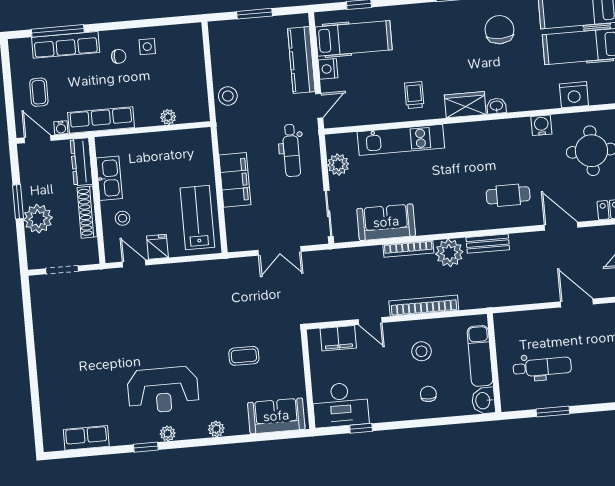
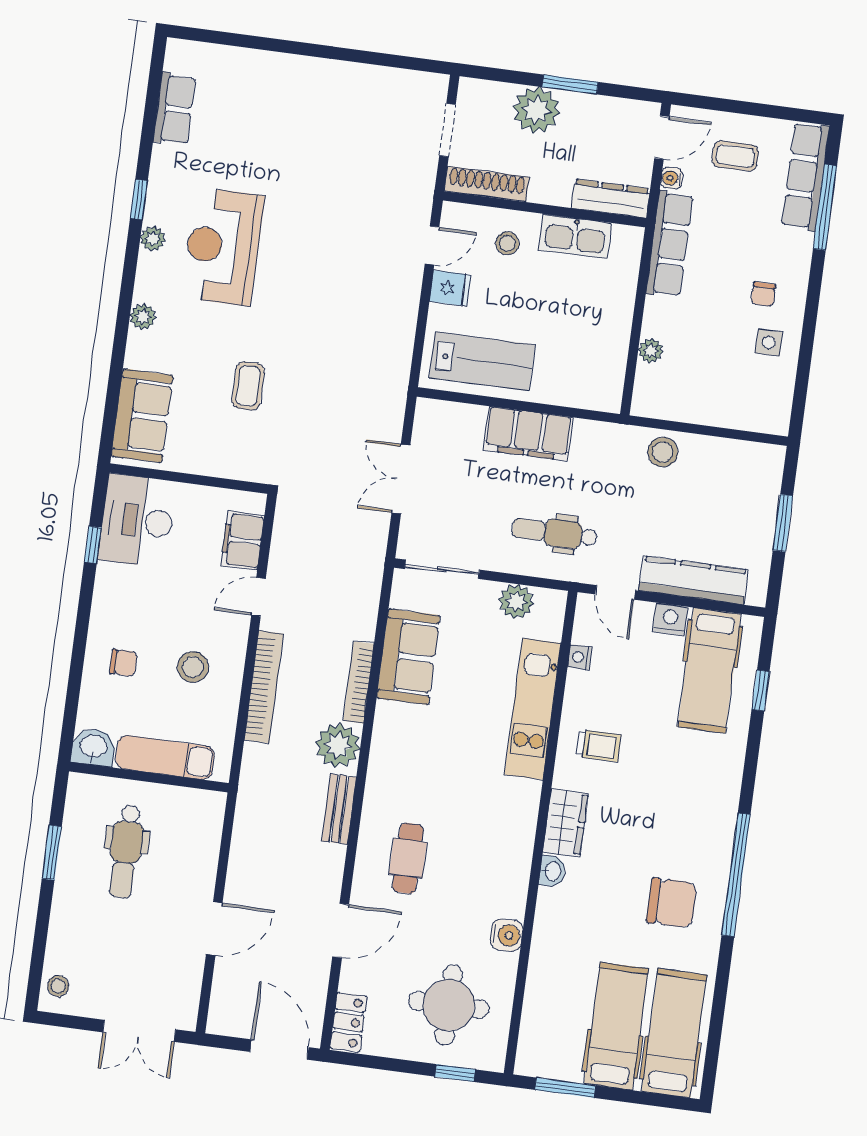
row of seats: (66, 45) -> (805, 176), moved
nightstand: (574, 95) -> (580, 657), moved, width x0.53, depth x0.56
shoe rack: (87, 212) -> (487, 184), moved

